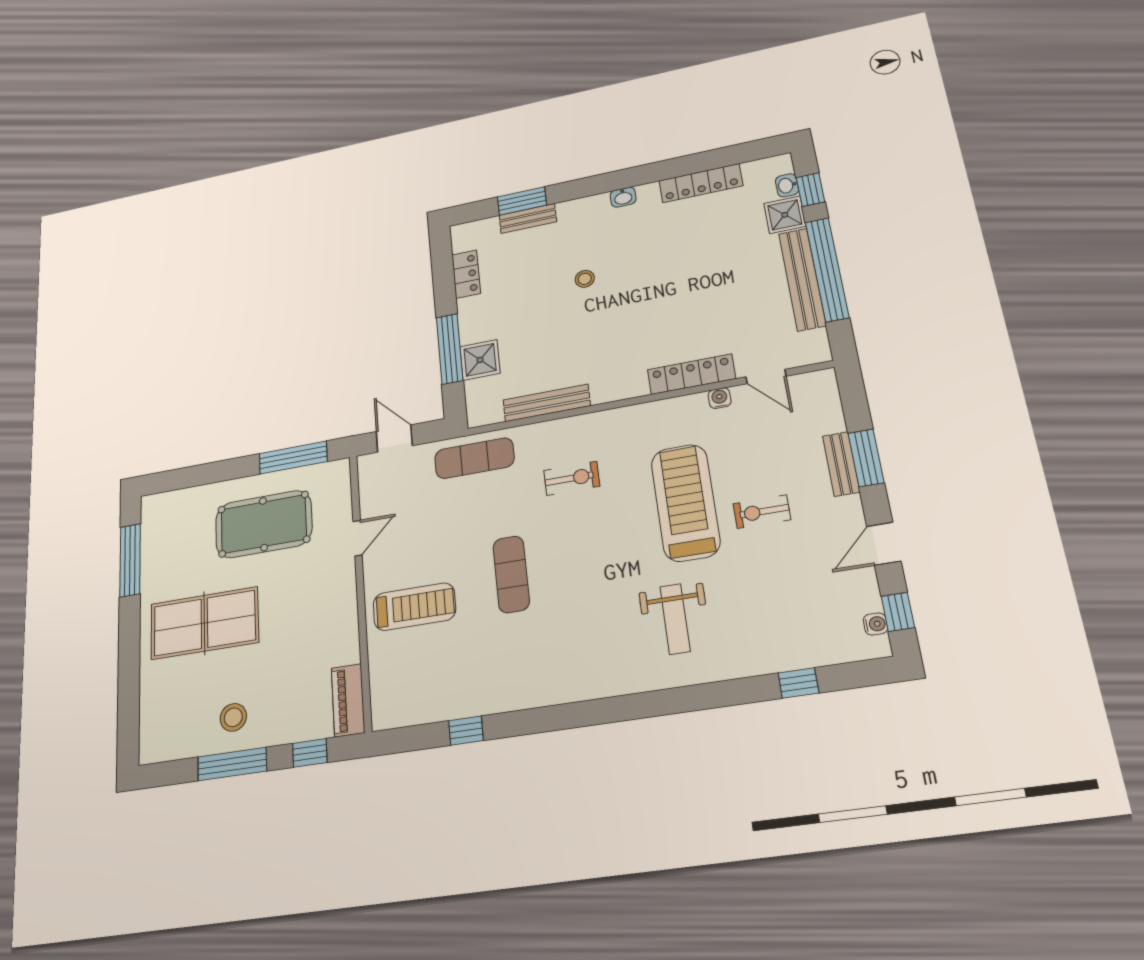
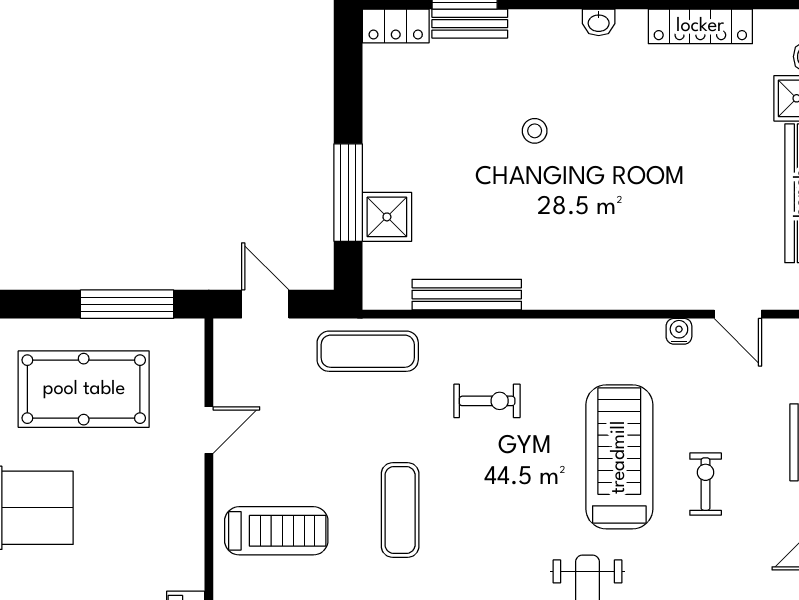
locker: (466, 274) -> (396, 26), moved, turned 90
locker: (691, 374) -> (650, 293), removed
exercise bike: (762, 512) -> (706, 484), turned 90

